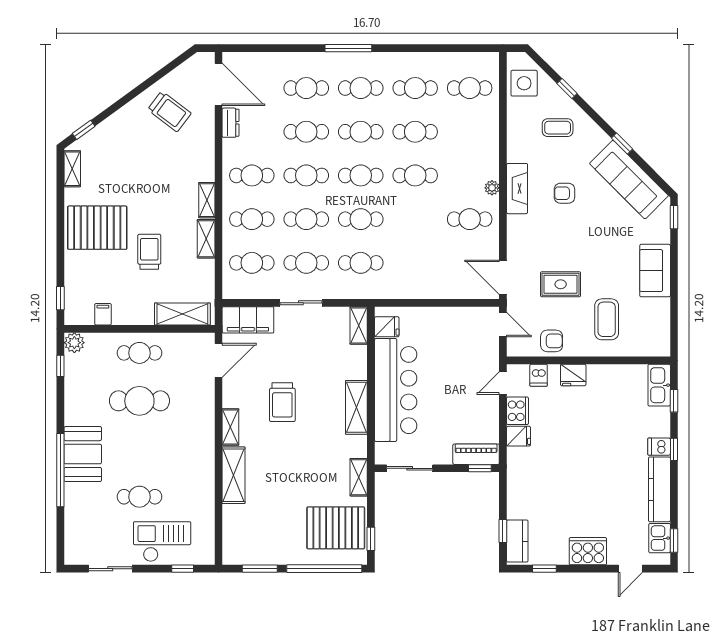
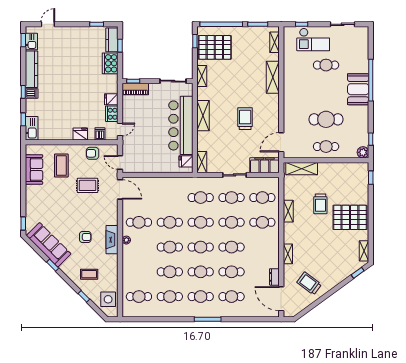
cafe table: (252, 175) -> (170, 222), moved
shelving: (207, 200) -> (288, 254), moved
sofa: (655, 271) -> (34, 169), moved
filing cabinet: (103, 314) -> (347, 168), removed
shelving: (230, 427) -> (274, 42), moved
cooker: (588, 551) -> (110, 63), moved, turned 90

